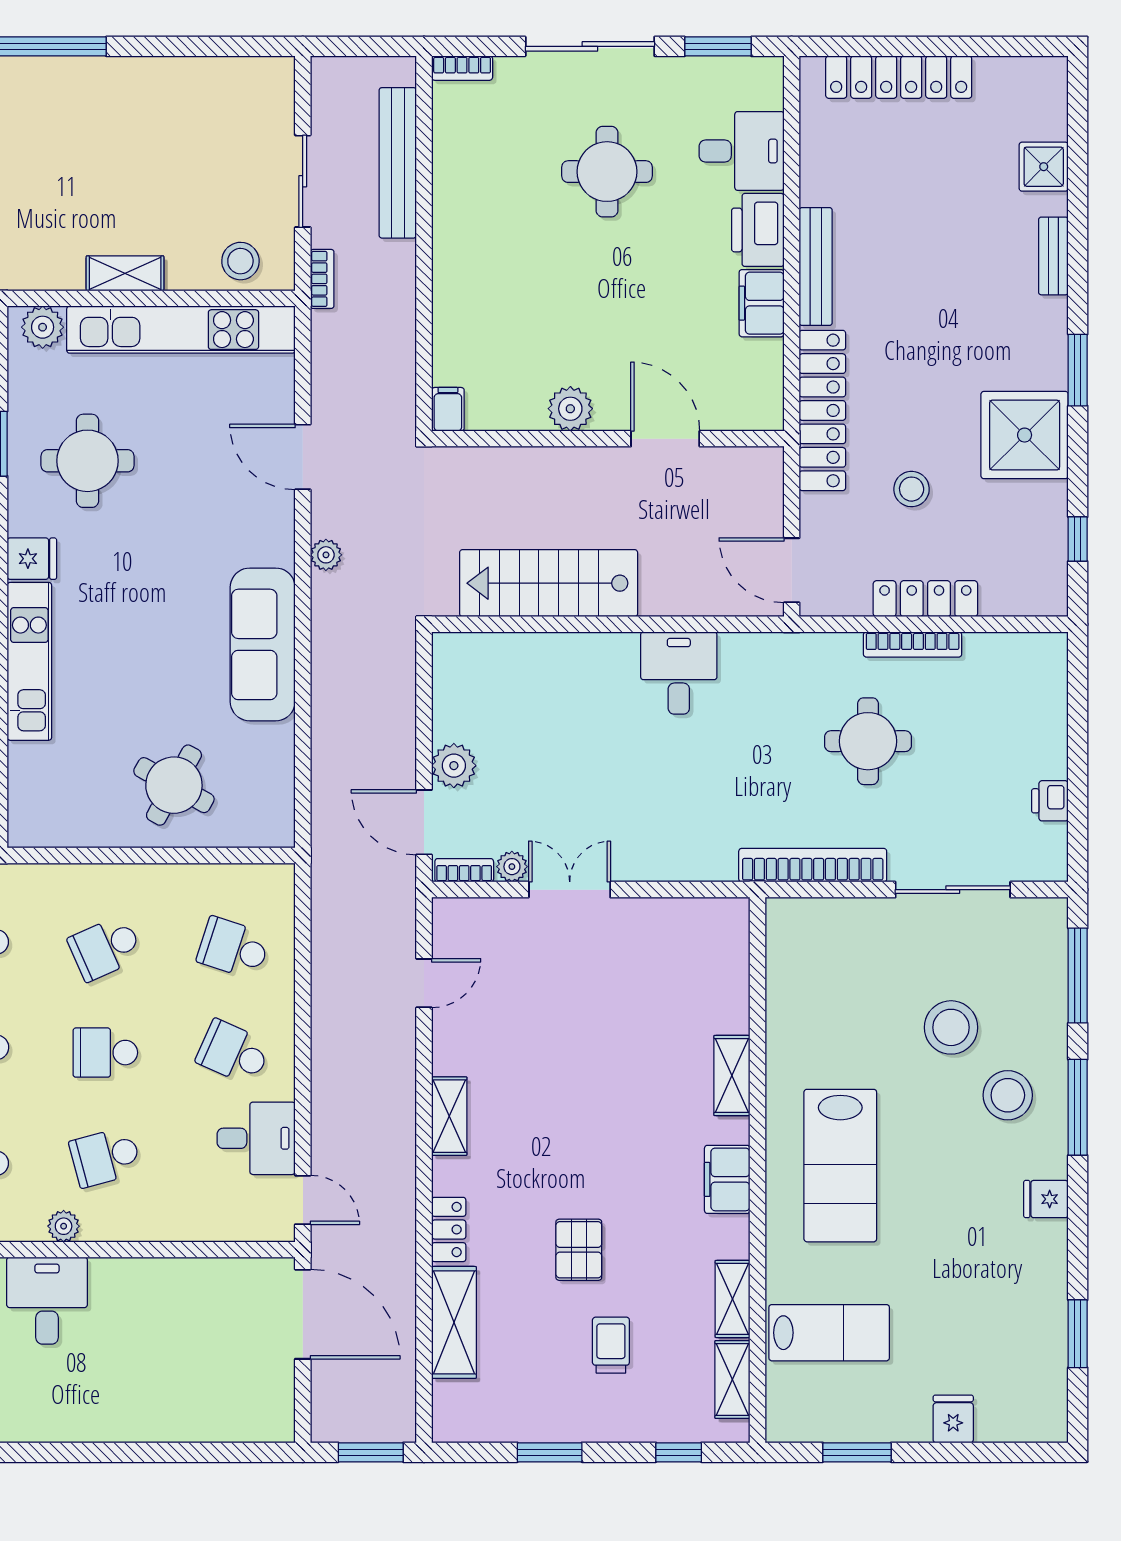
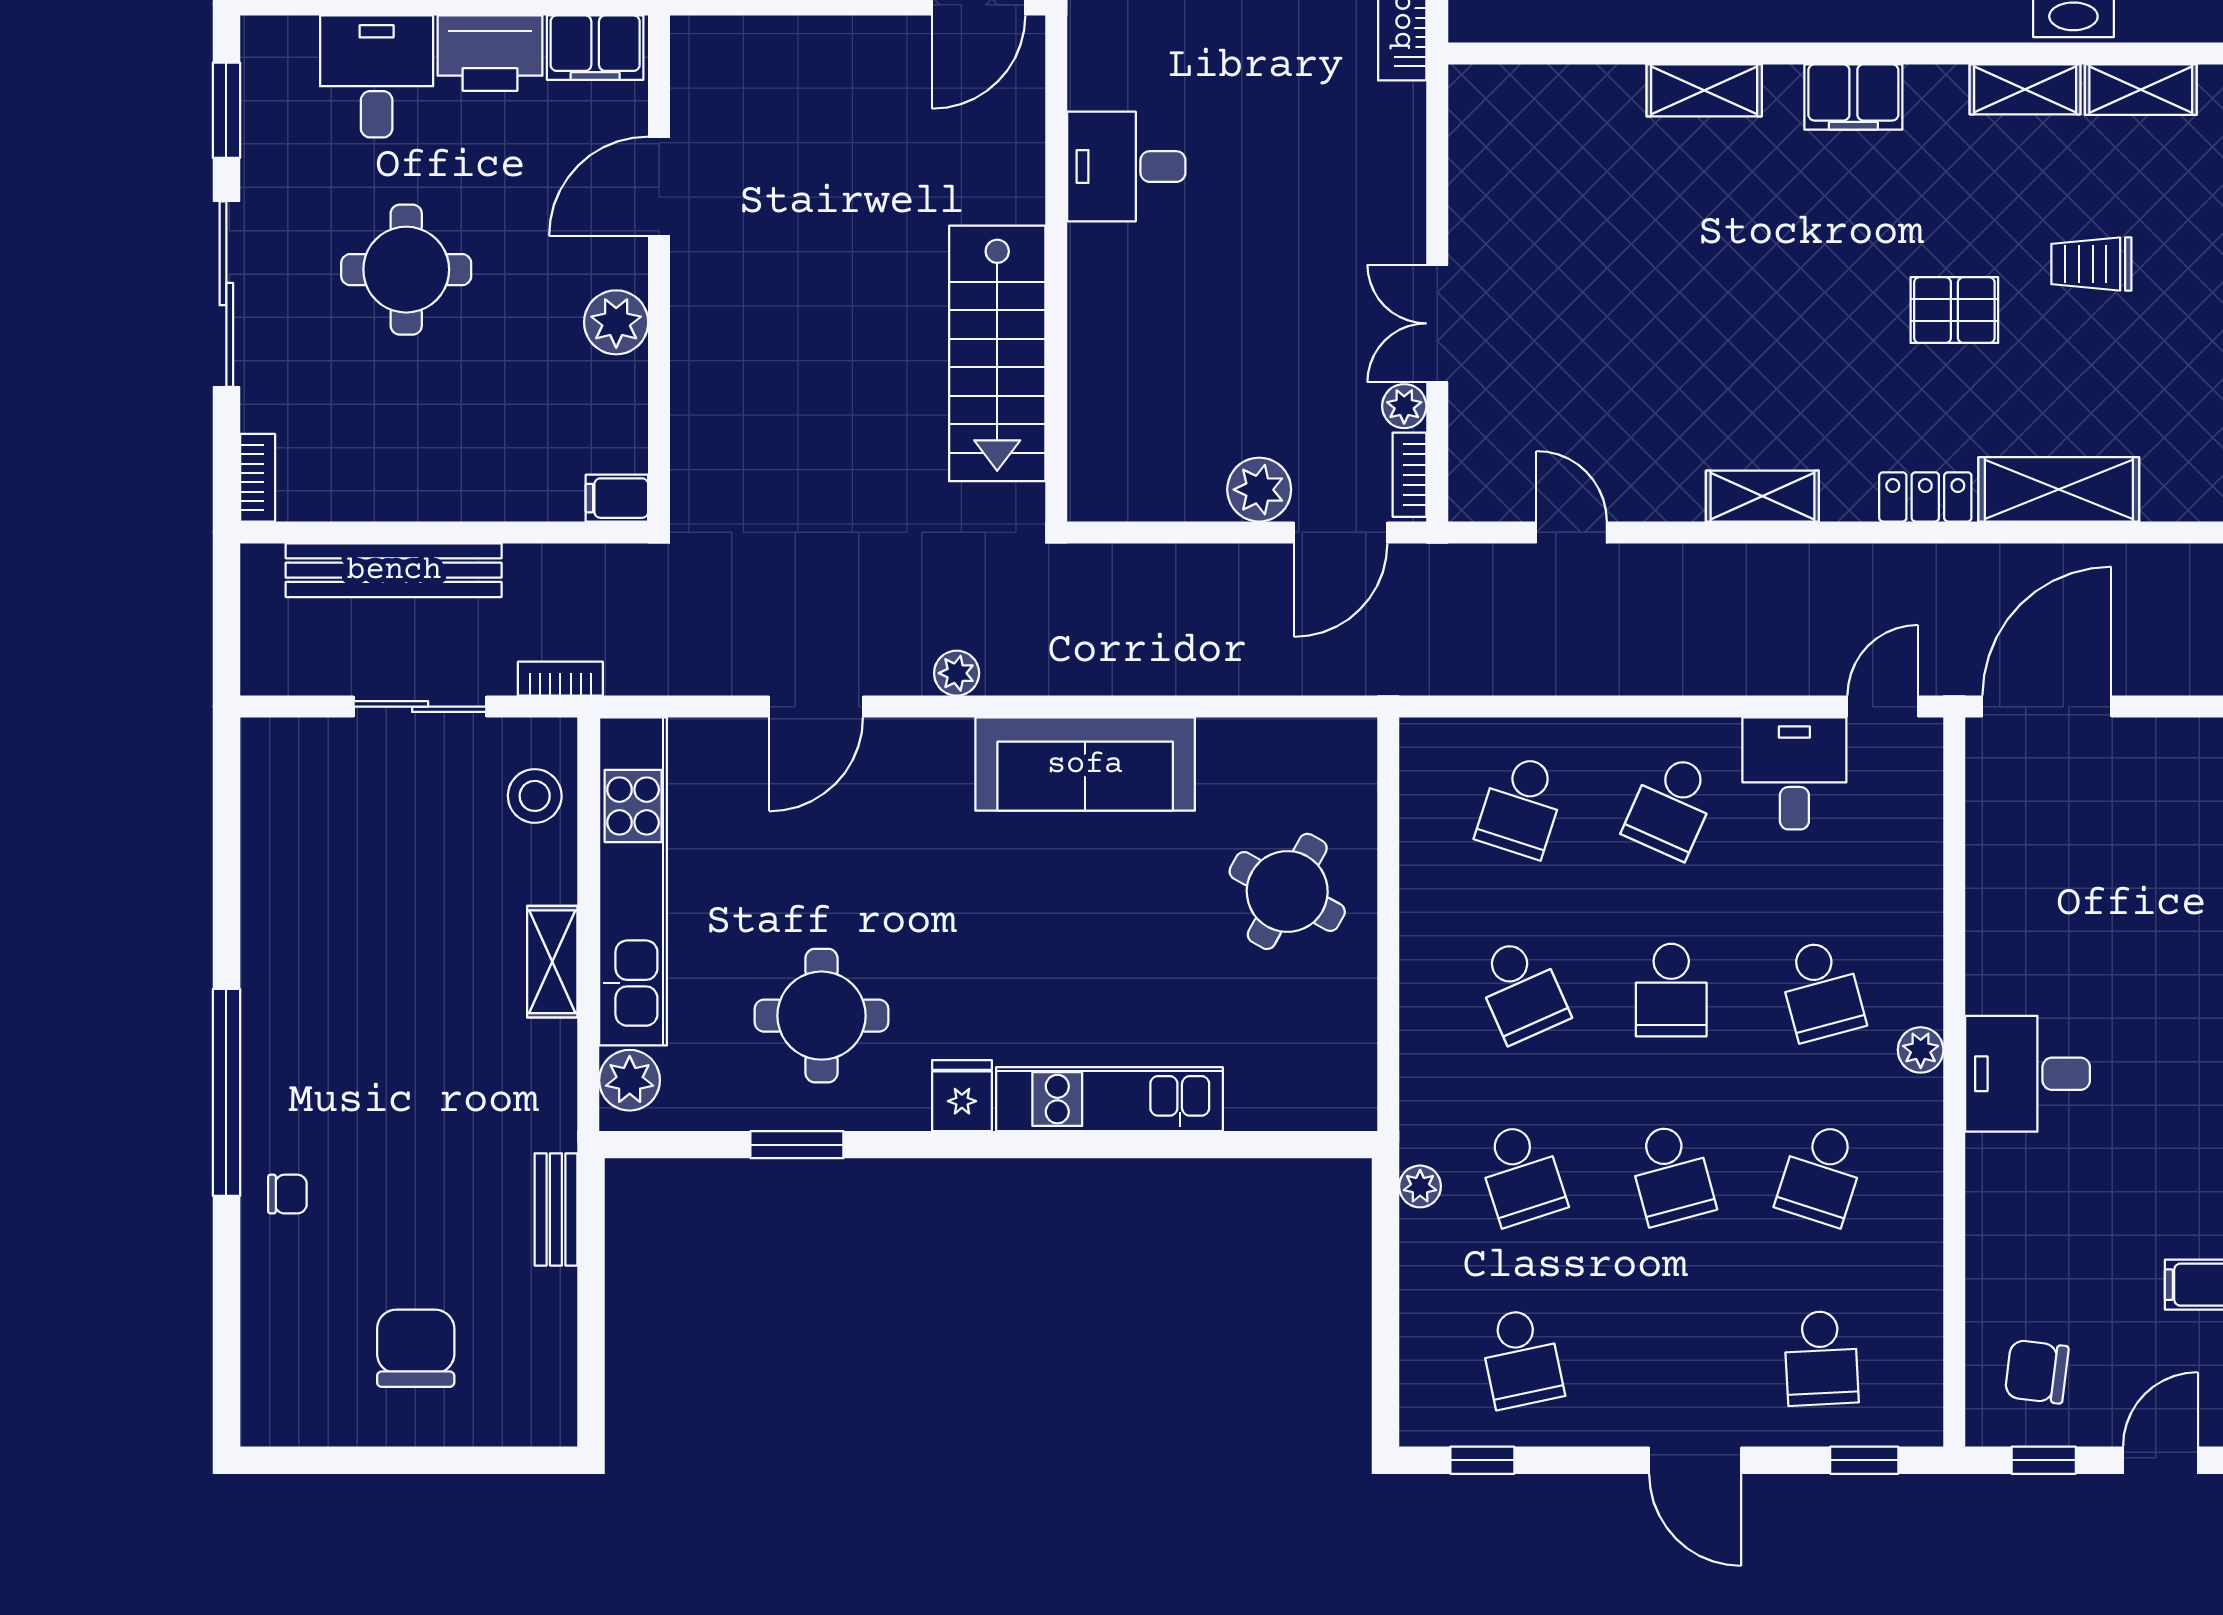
filing cabinet: (448, 409) -> (617, 498), moved
plant: (570, 409) -> (616, 322), moved
wall: (608, 439) -> (659, 268), moved
door: (665, 439) -> (659, 186), moved

